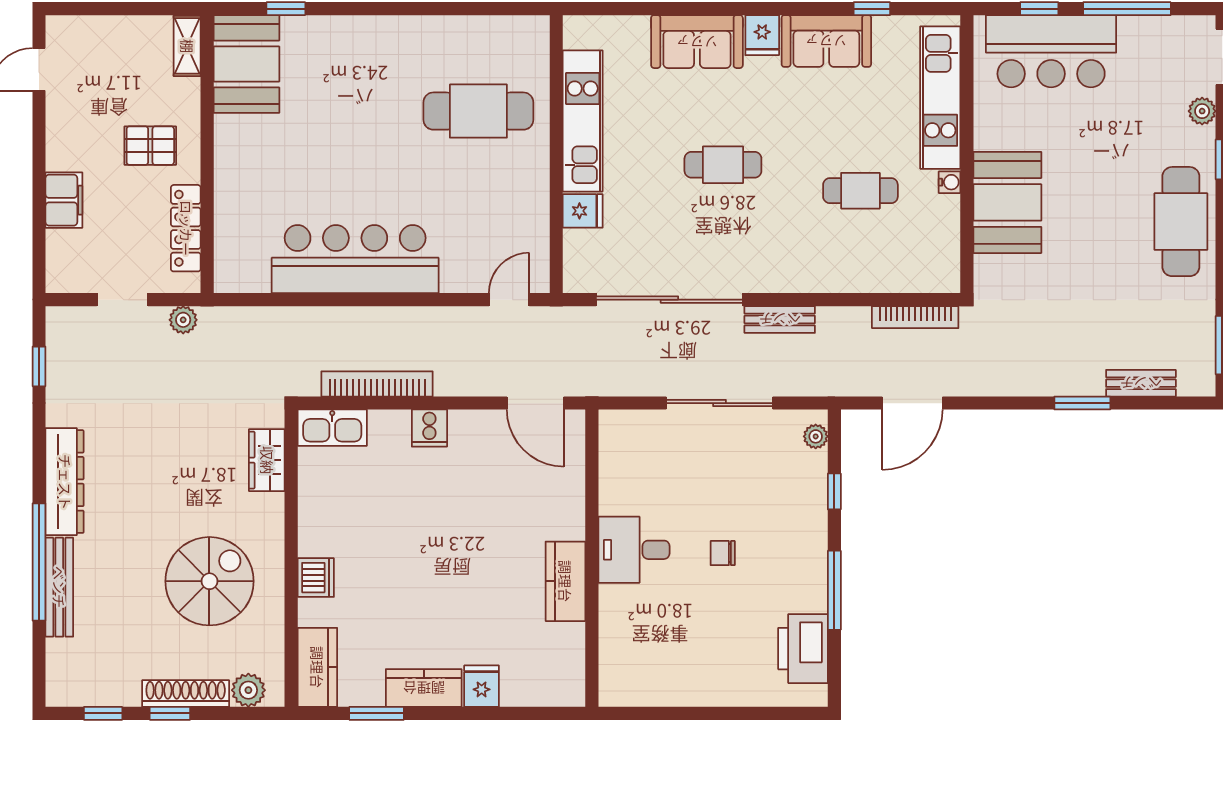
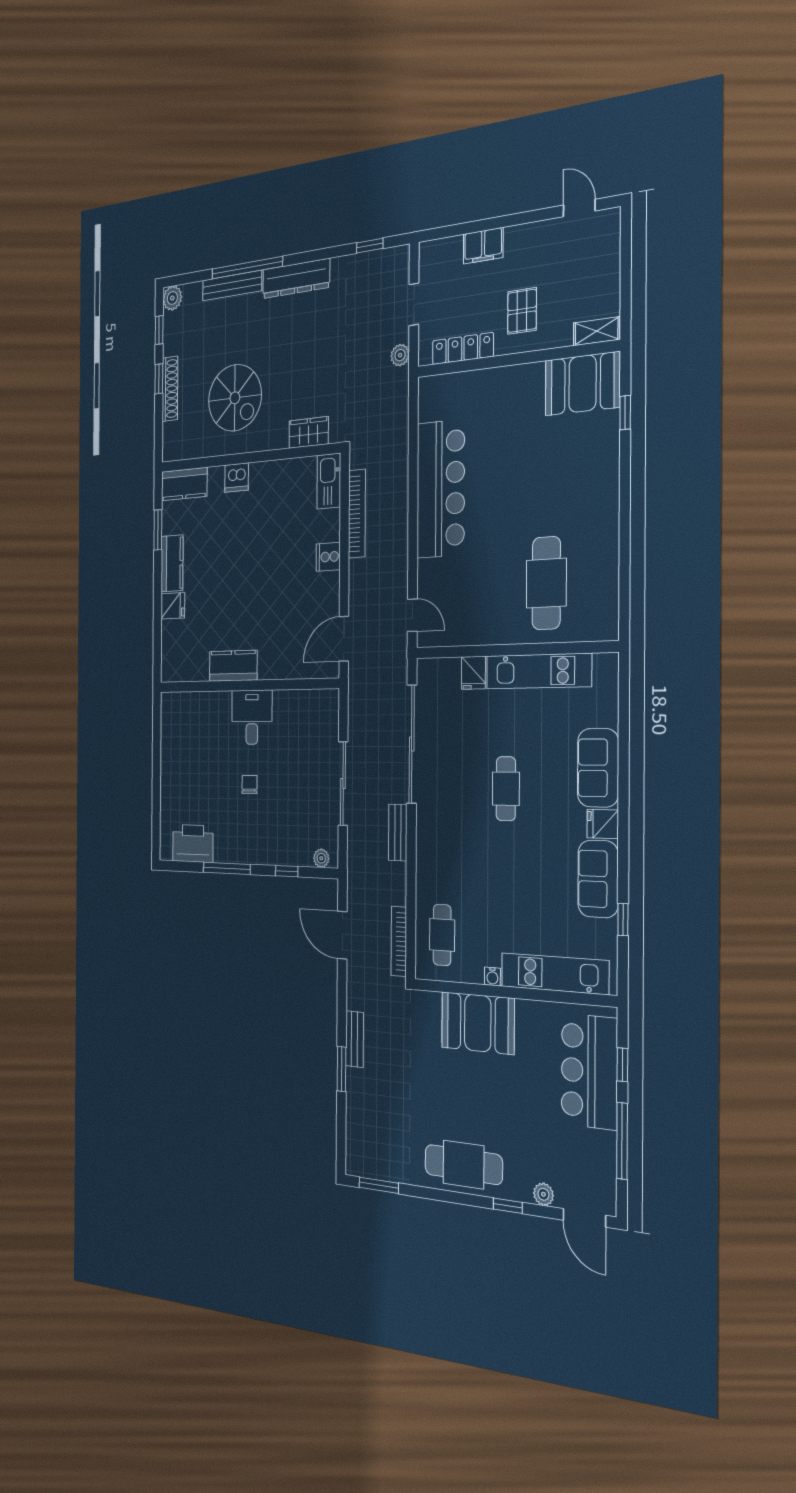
cafe table: (860, 191) -> (442, 935), moved
bench: (1141, 383) -> (355, 1039), moved
plant: (248, 690) -> (172, 298), moved

